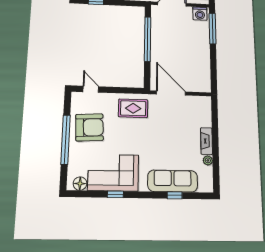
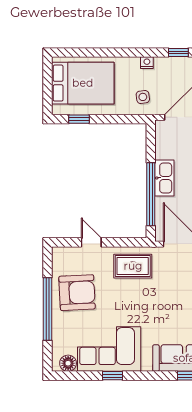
window: (148, 39) -> (151, 194), moved
kitchen sink: (158, 45) -> (164, 178), added
door: (91, 89) -> (91, 242), moved

